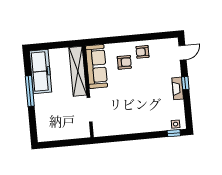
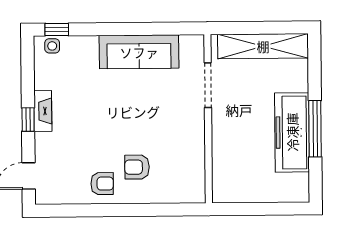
sofa: (96, 66) -> (139, 52), moved, turned -90
shelving: (78, 71) -> (263, 46), moved, turned 90
freezer: (41, 72) -> (292, 132), moved

